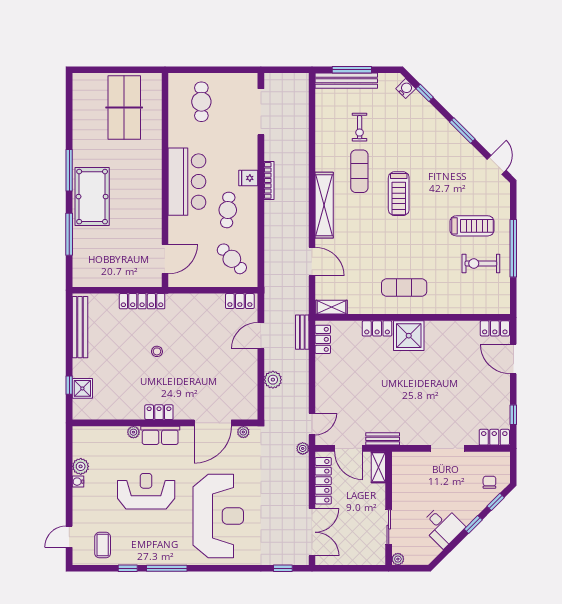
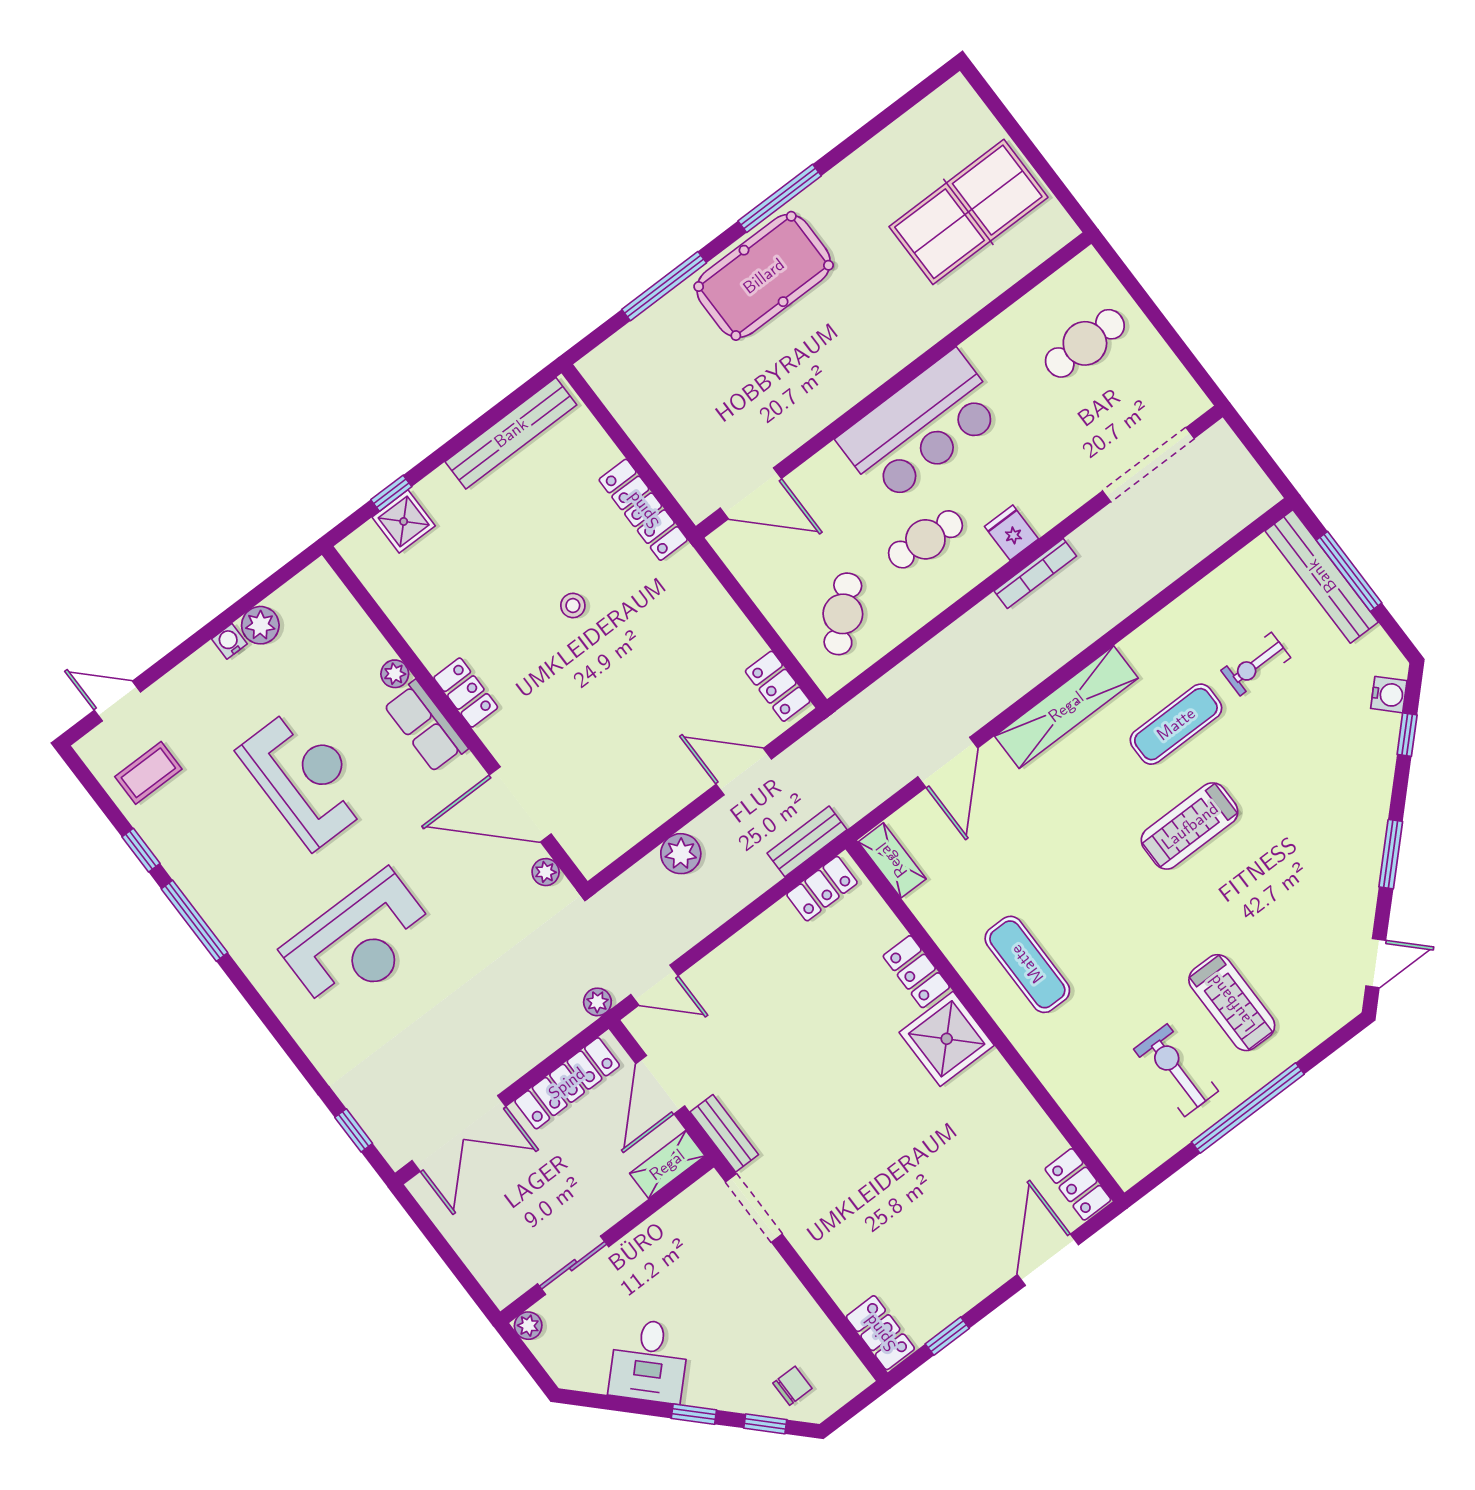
doorway: (448, 448) -> (754, 1208), moved
reception desk: (218, 516) -> (360, 942), width x0.74, depth x0.77

